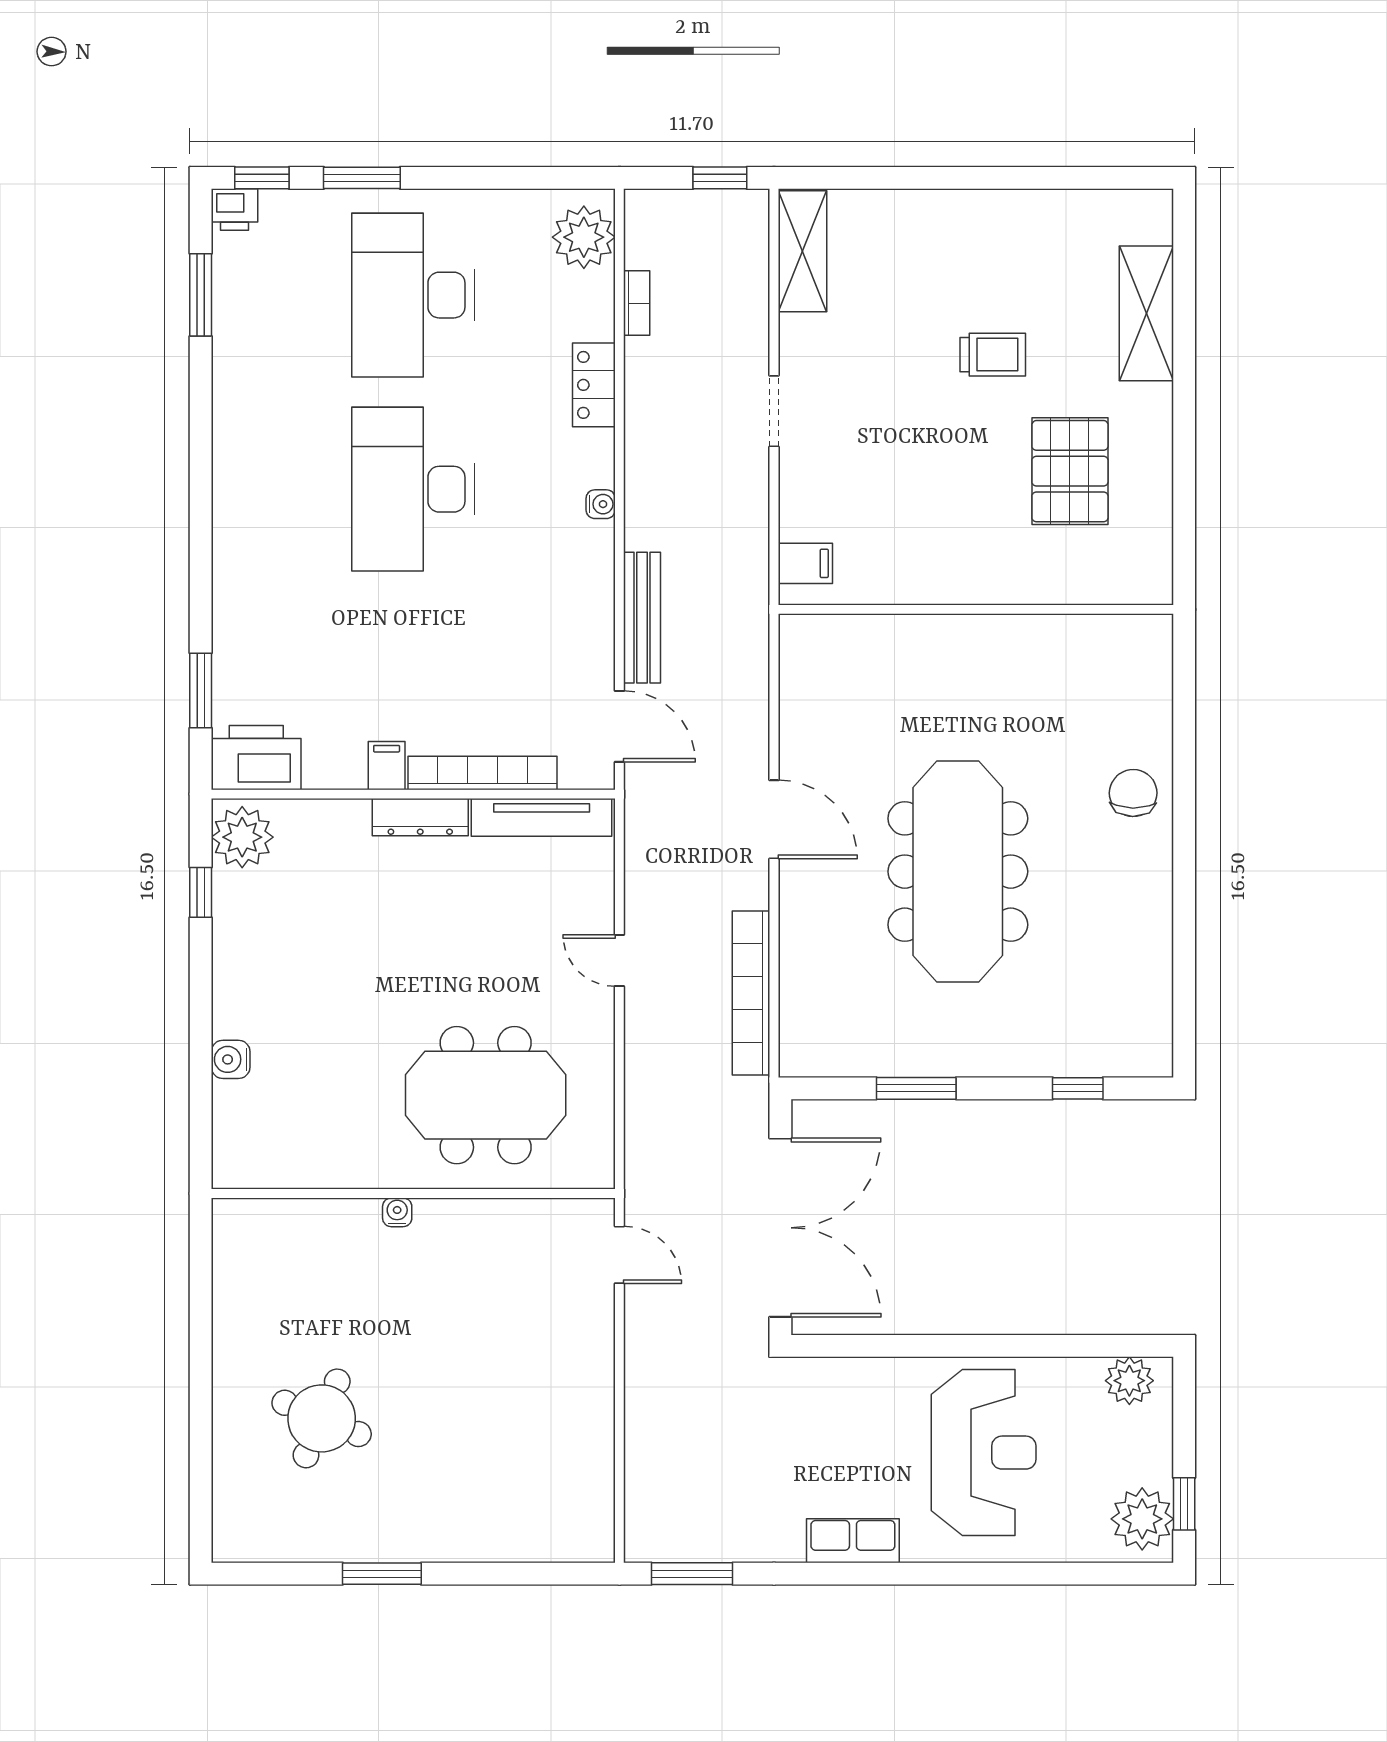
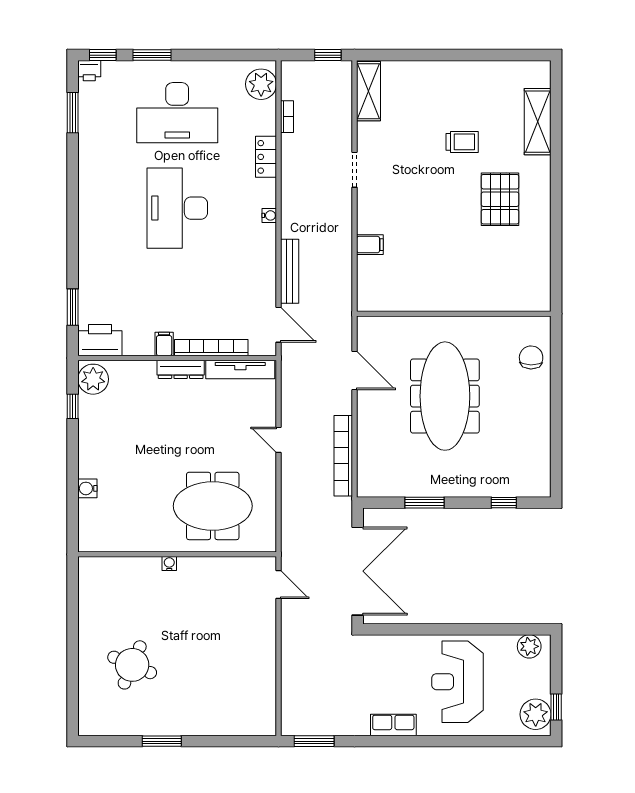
desk: (413, 295) -> (177, 113), turned -90
wall: (976, 609) -> (454, 314), moved
reception desk: (984, 1453) -> (458, 682), turned 180

